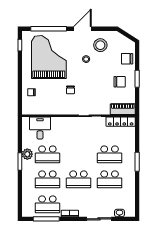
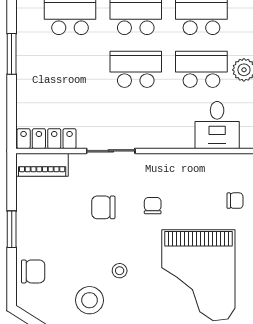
chair: (120, 82) -> (103, 207), moved
school desk: (110, 154) -> (136, 69), moved

